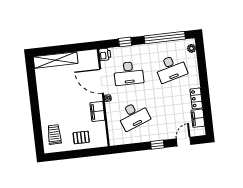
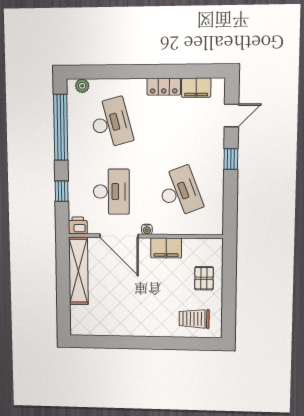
shelving: (56, 60) -> (78, 271), moved
door: (101, 81) -> (119, 236), hinge flipped
door: (184, 142) -> (232, 115), swing flipped

